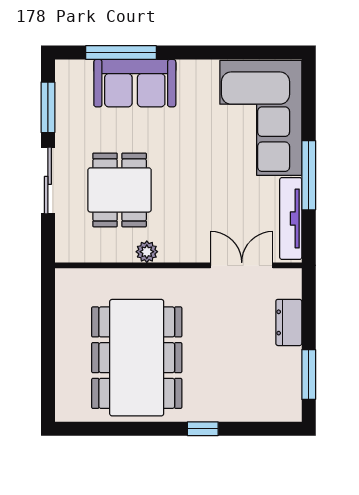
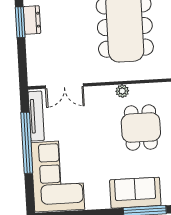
window: (309, 175) -> (27, 143), width x1.46
dresser: (289, 322) -> (32, 20), moved

